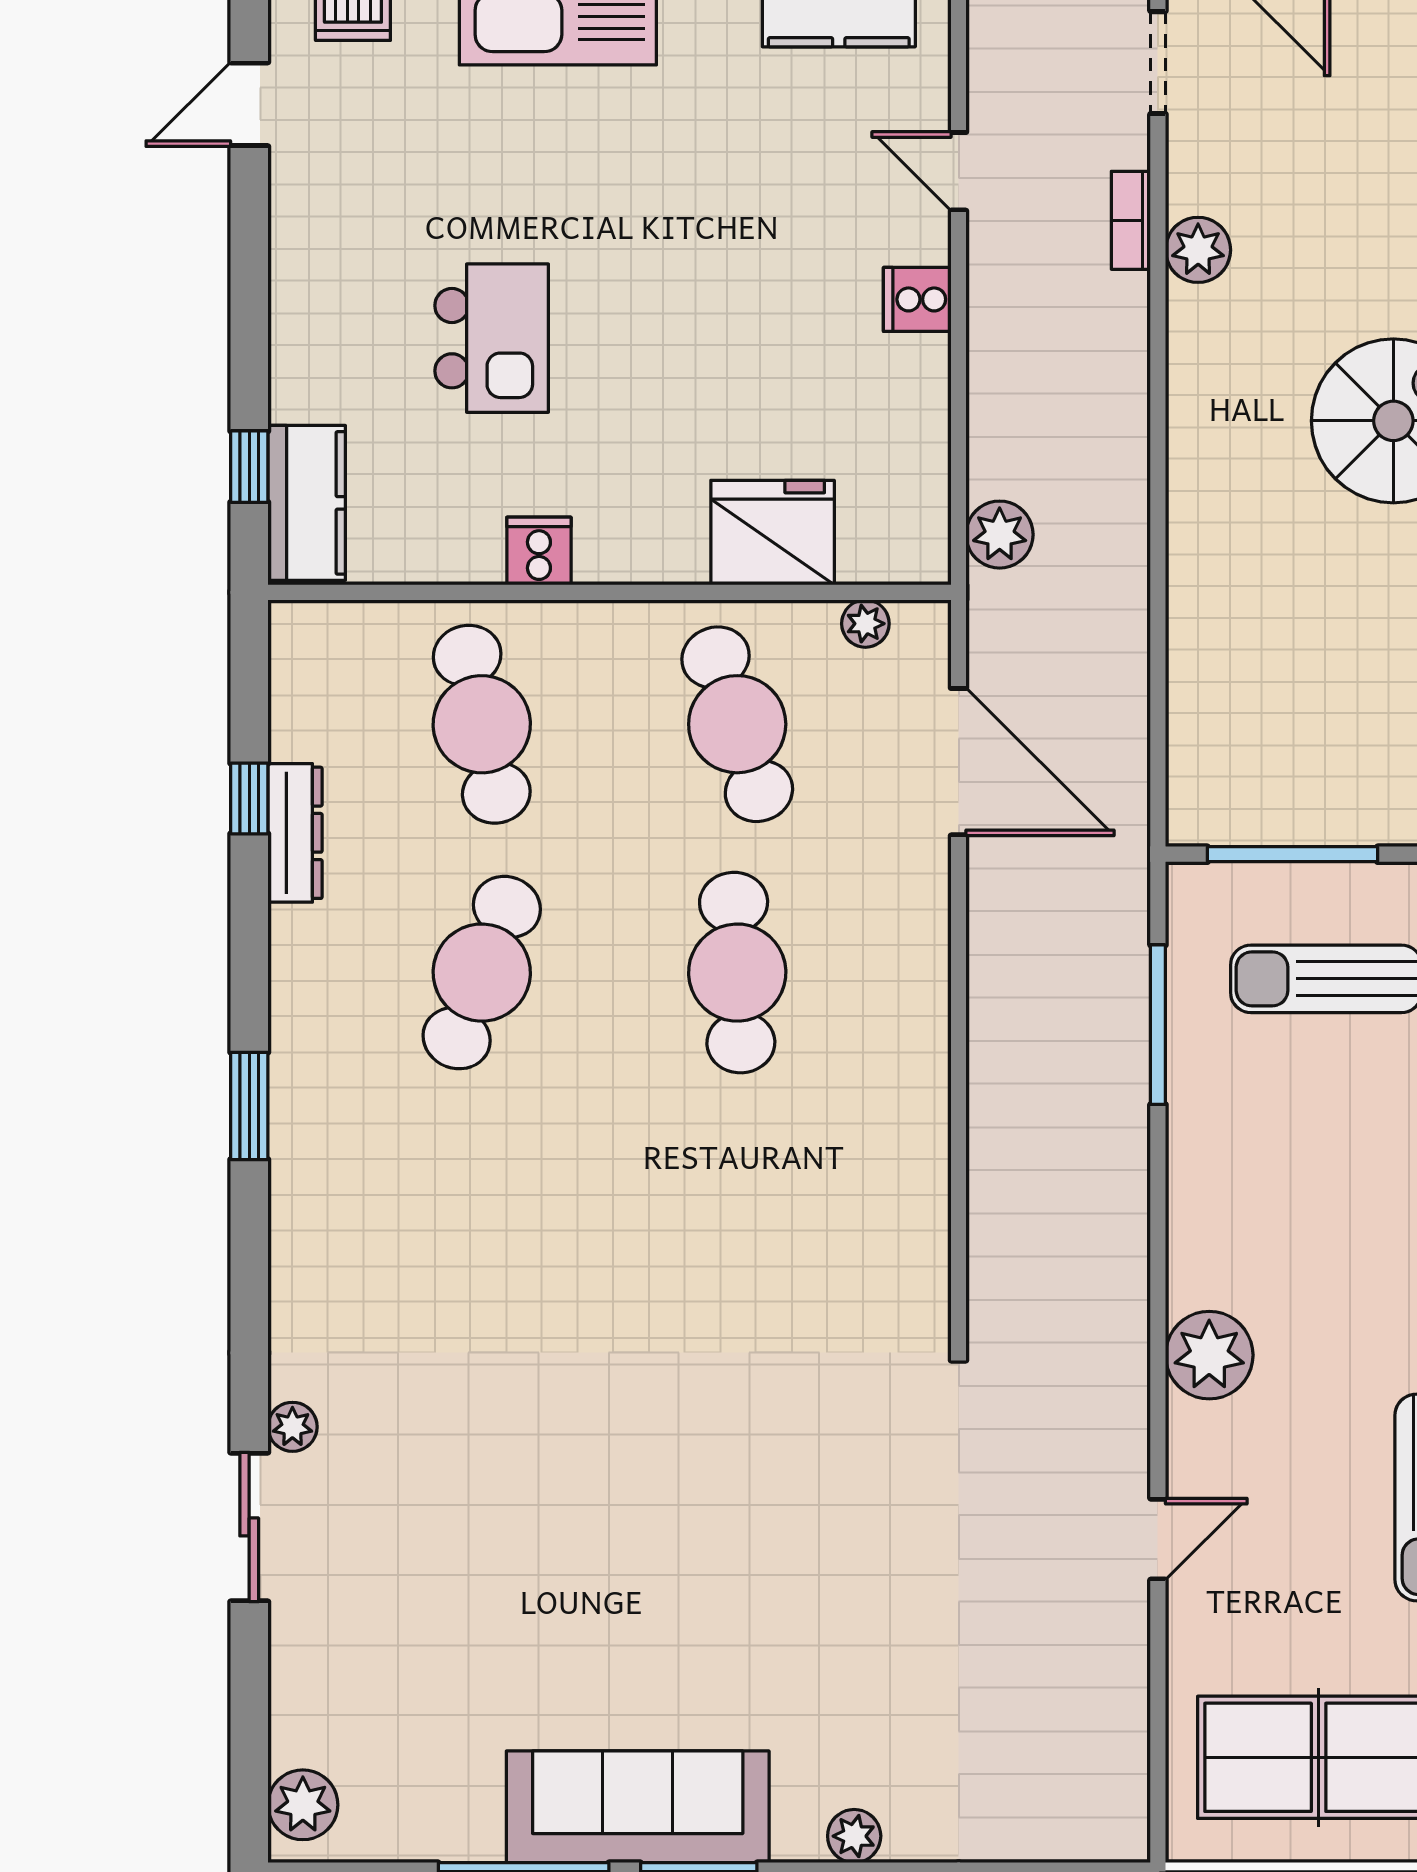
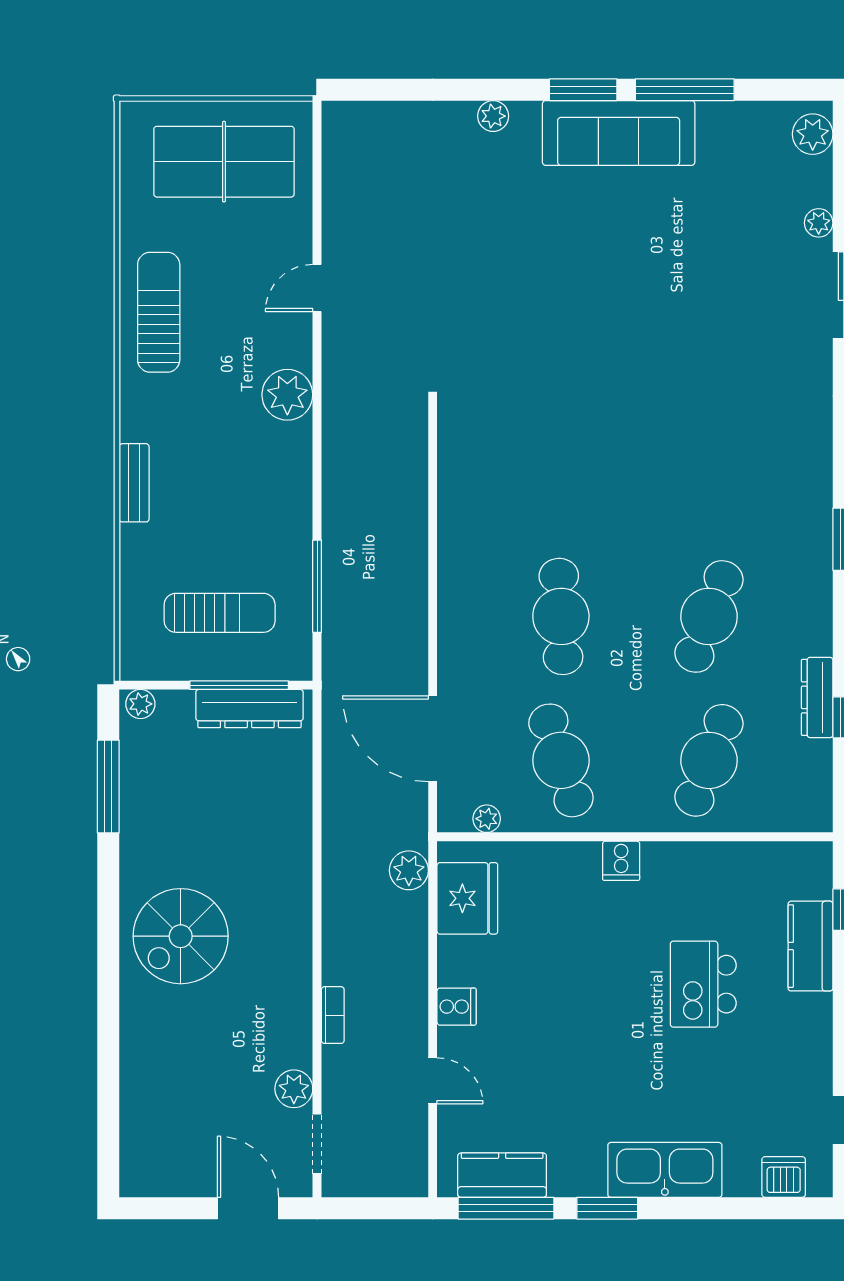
bookcase: (1131, 220) -> (333, 1015), moved
plant: (1198, 250) -> (294, 1089), moved
kitchen counter: (307, 503) -> (810, 946), moved
fridge: (773, 533) -> (467, 898), moved, turned -90
cooker: (539, 551) -> (621, 861), moved
cafe table: (482, 724) -> (709, 760), turned 33
dresser: (1275, 814) -> (249, 709), added
plant: (292, 1427) -> (819, 223), moved

